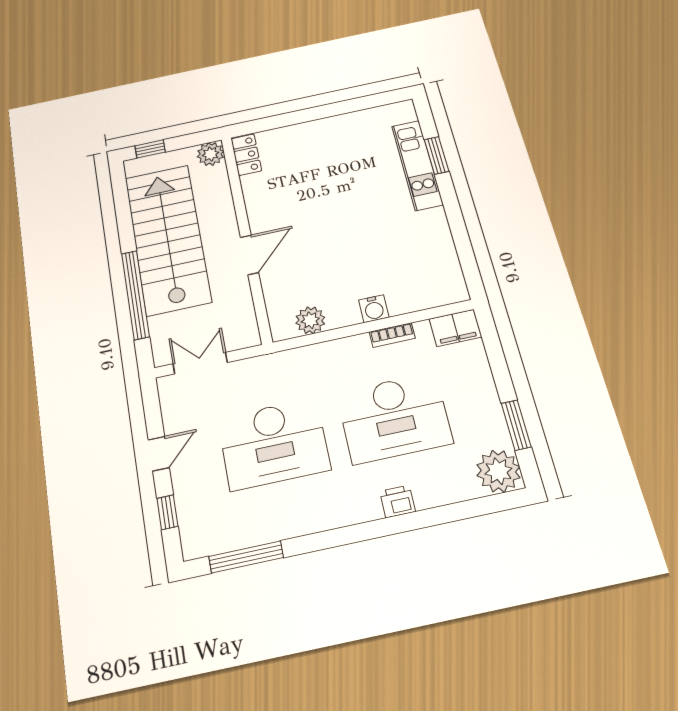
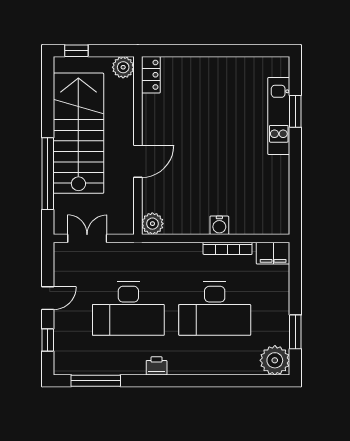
plant: (310, 320) -> (152, 224), moved
bookcase: (392, 335) -> (228, 248), width x1.56
printer: (398, 501) -> (157, 366), moved

